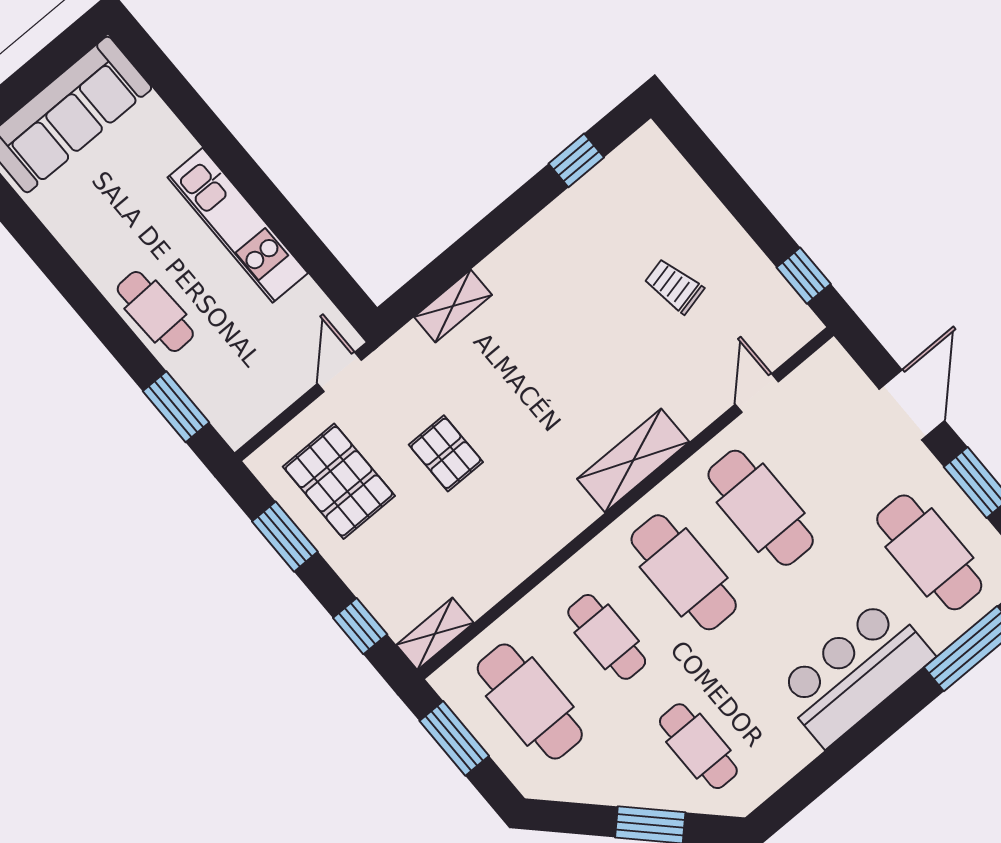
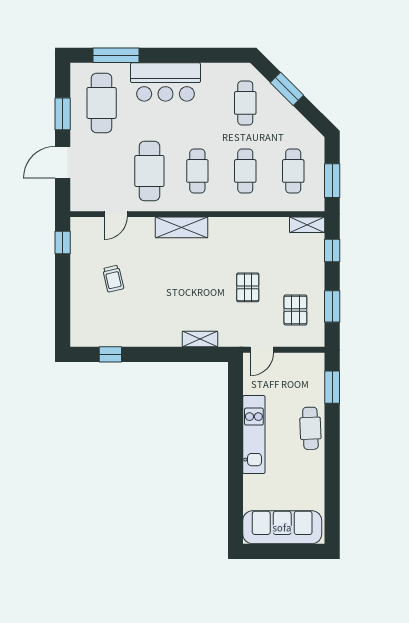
pallet: (339, 481) -> (295, 310), width x0.67, depth x0.71
cafe table: (684, 572) -> (197, 171), width x0.73, depth x0.74
cafe table: (530, 701) -> (293, 171), width x0.73, depth x0.74

